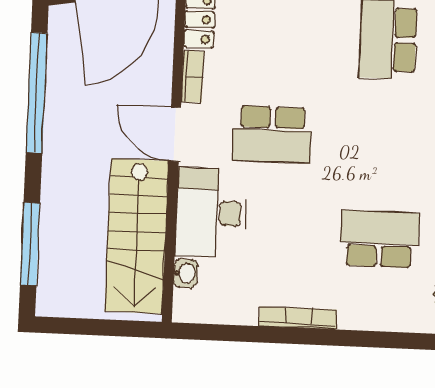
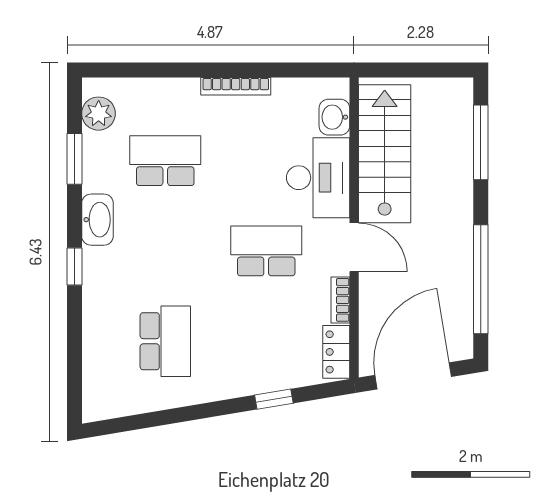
school desk: (379, 239) -> (165, 161), turned 180
washbasin: (185, 273) -> (334, 117), width x1.38, depth x1.45

